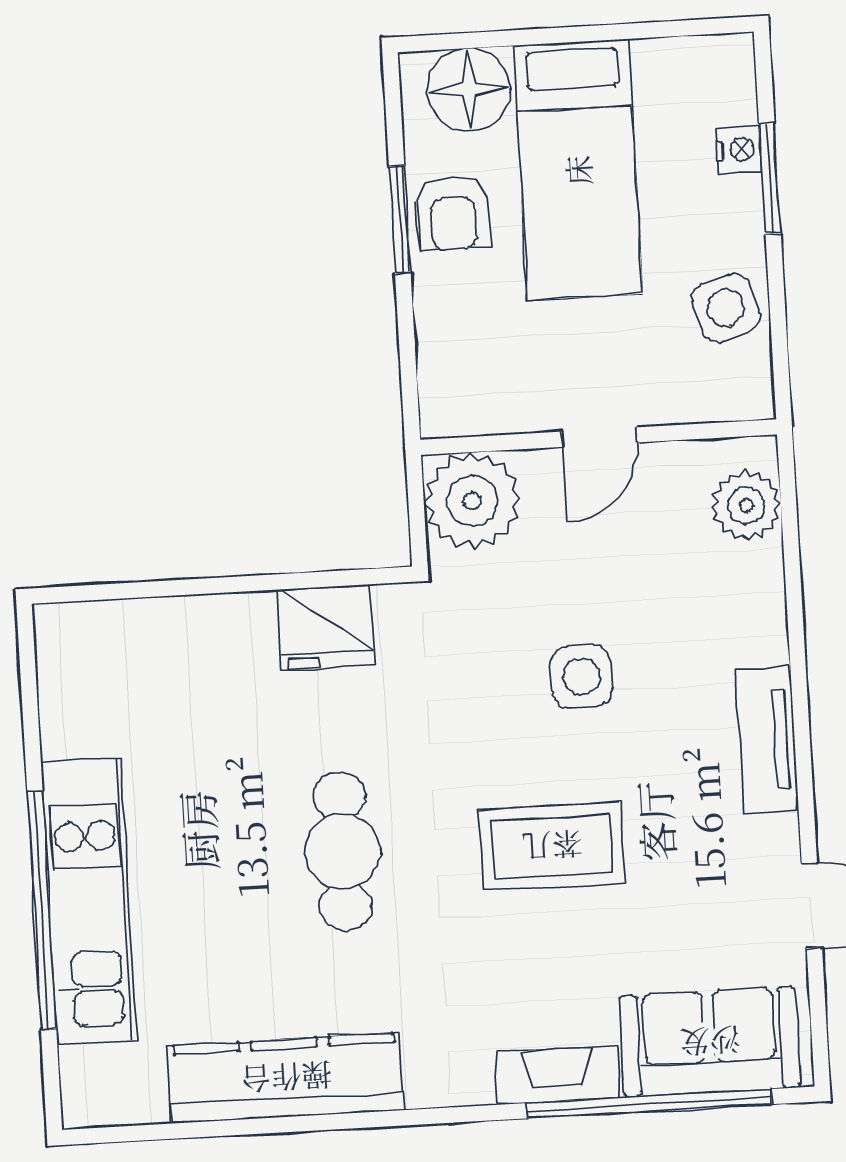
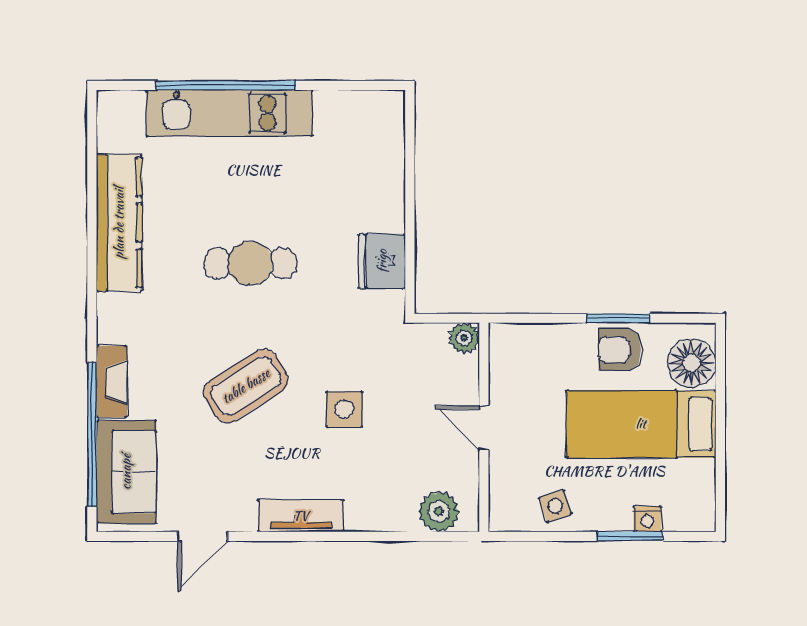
side table: (726, 308) -> (555, 506), width x0.73, depth x0.73
plant: (472, 501) -> (464, 338), width x0.53, depth x0.53
coffee table: (552, 846) -> (246, 386), turned 58

